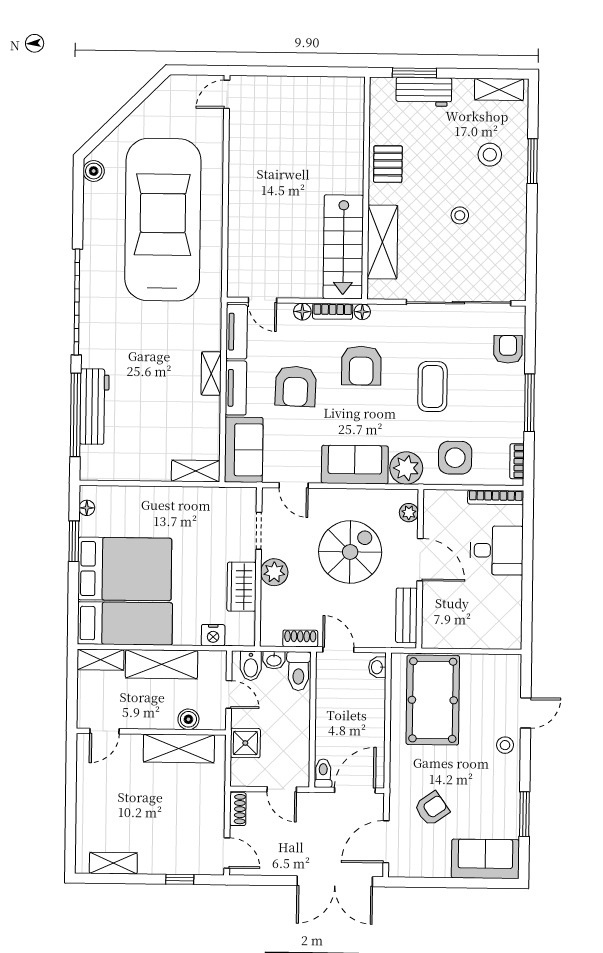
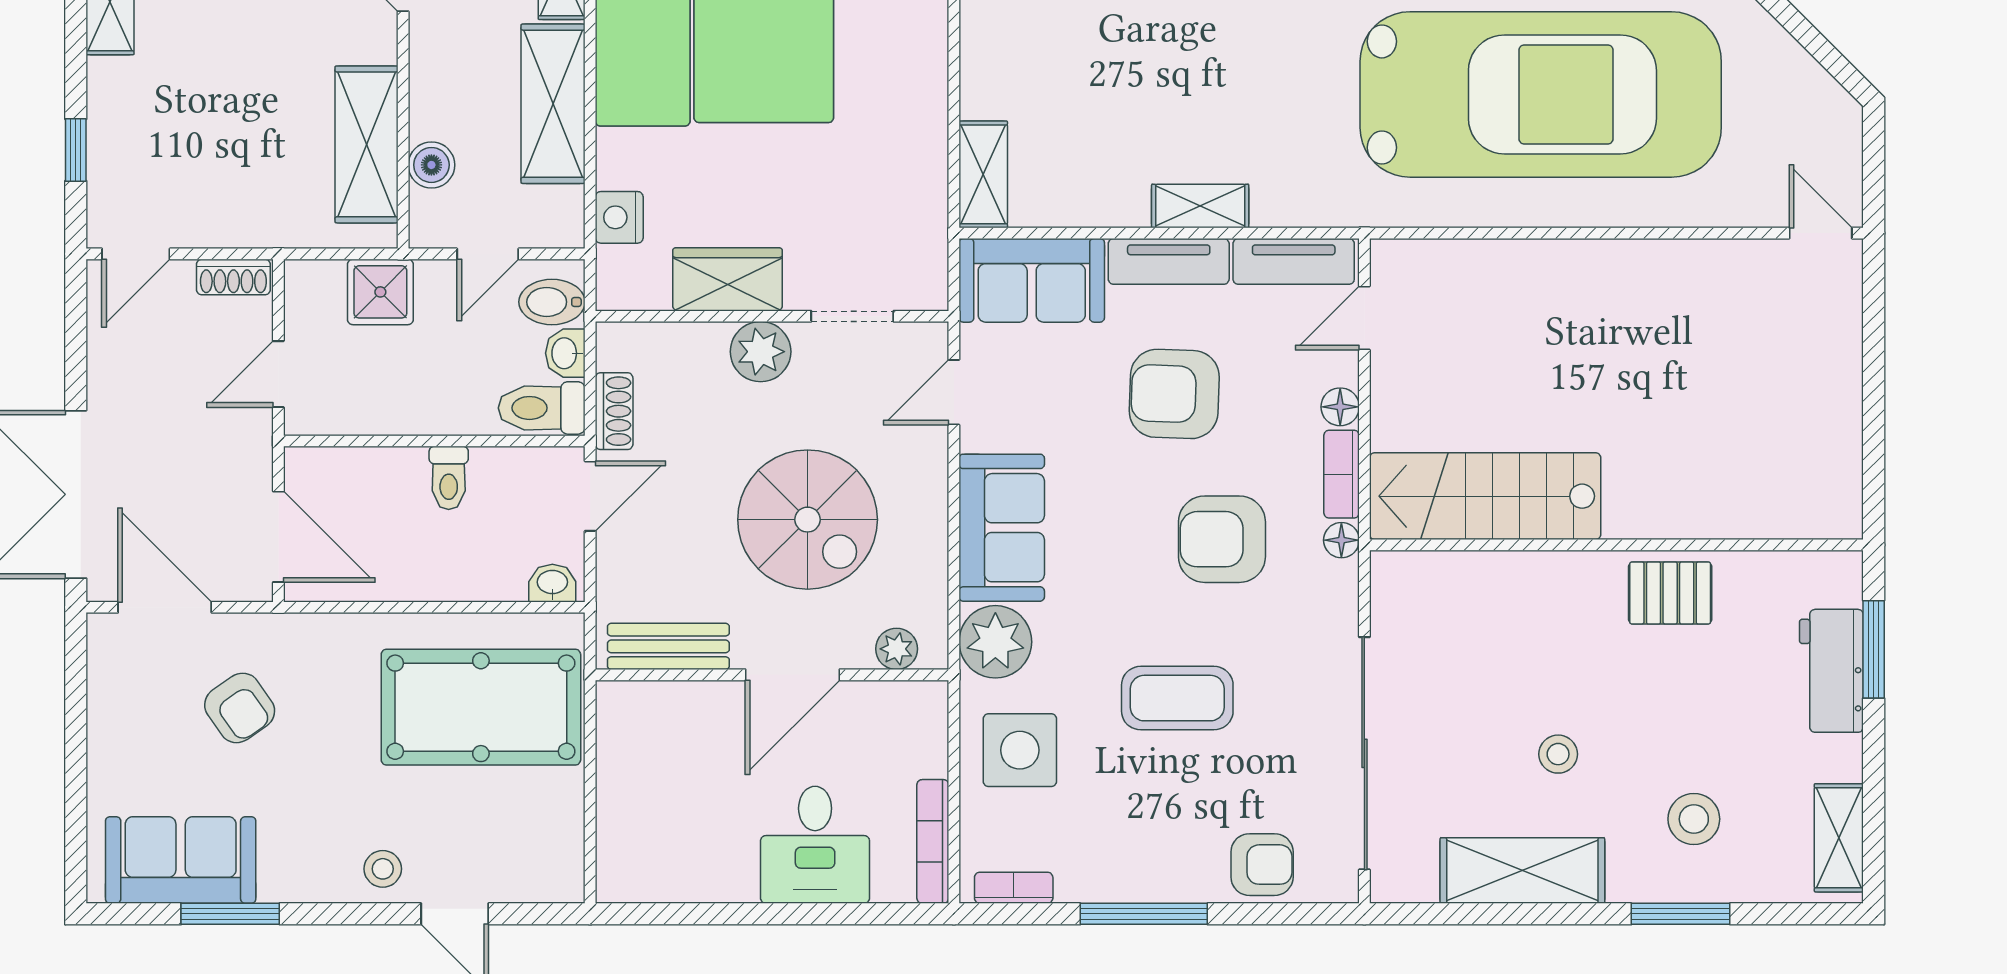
shelving: (382, 242) -> (1522, 871), moved
toilet: (323, 773) -> (449, 478), moved, turned 90
sofa: (485, 859) -> (181, 860), moved, turned -90

